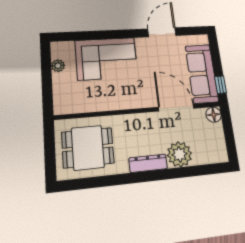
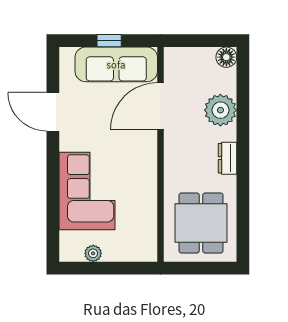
window: (220, 85) -> (109, 41), moved
floor lamp: (214, 115) -> (226, 57), moved
dresser: (148, 163) -> (227, 158), width x0.70

